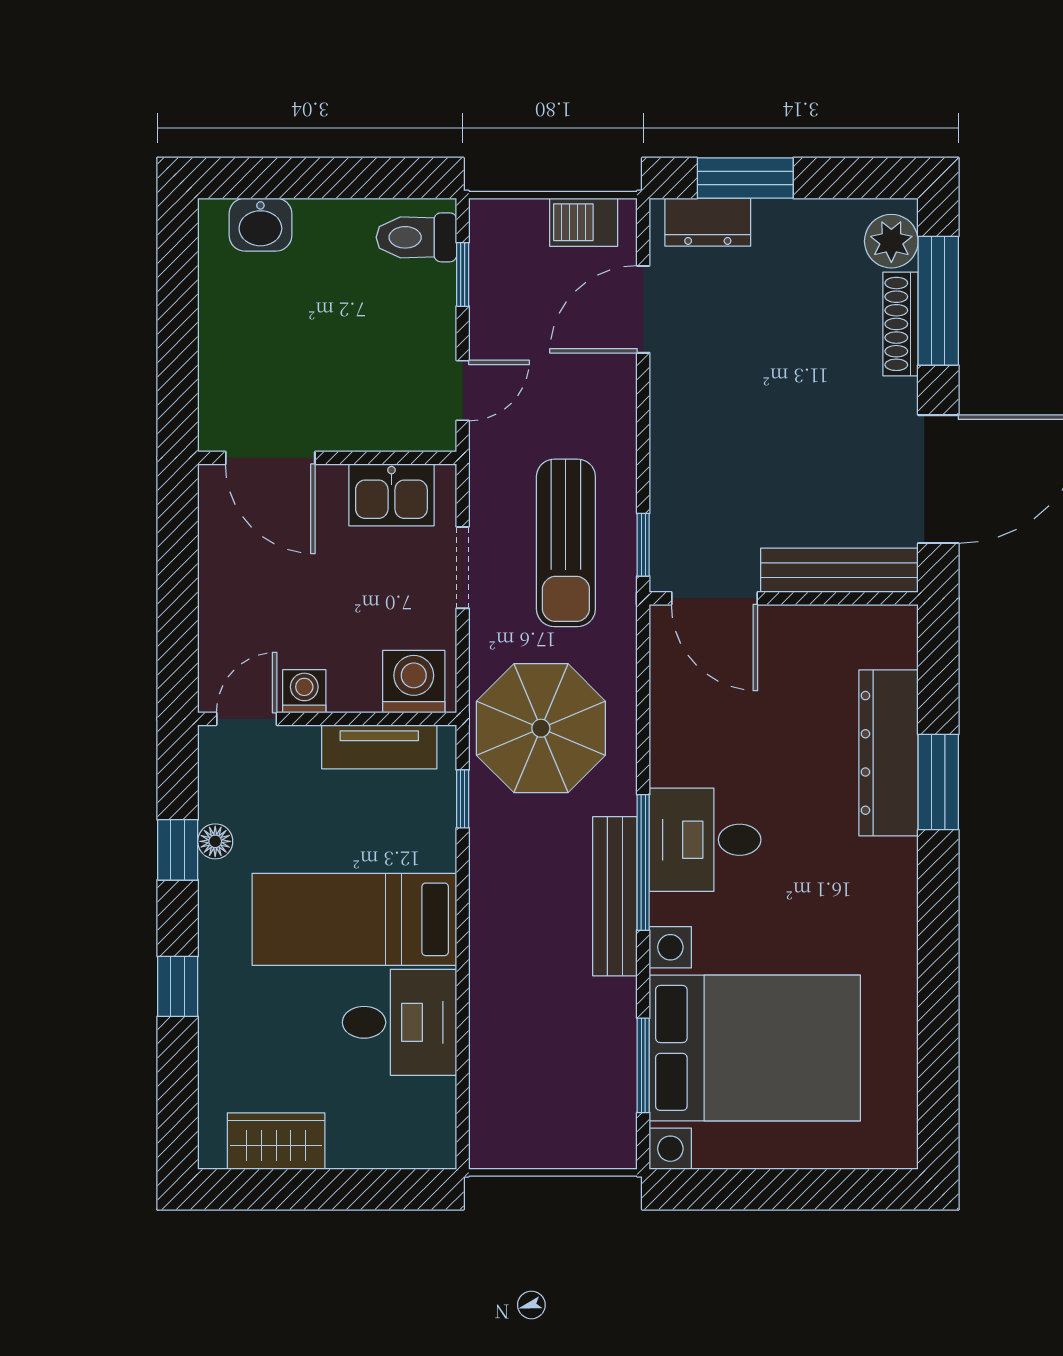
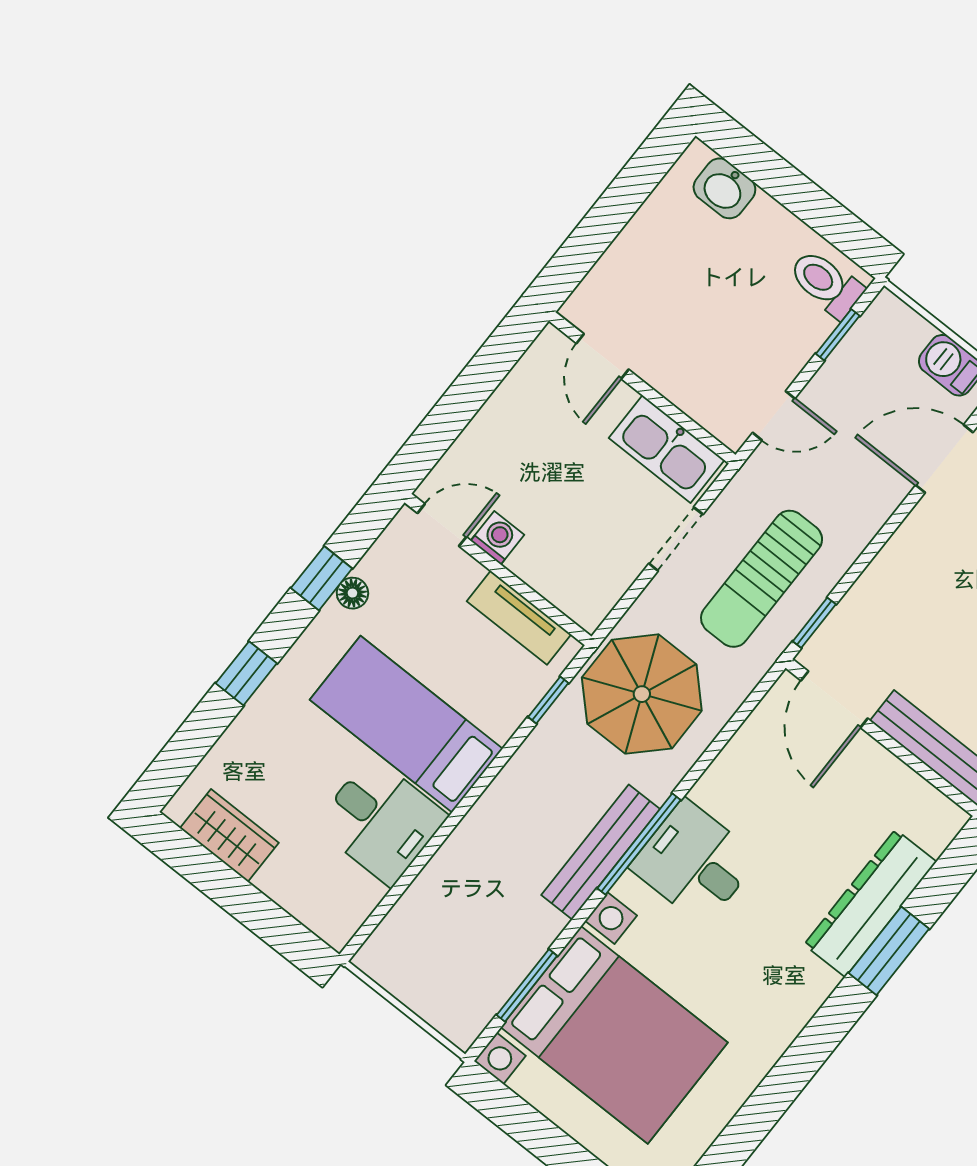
door: (270, 458) -> (603, 356), width x0.73
kitchen sink: (391, 495) -> (667, 449), width x1.38
washing machine: (414, 682) -> (579, 591), removed

